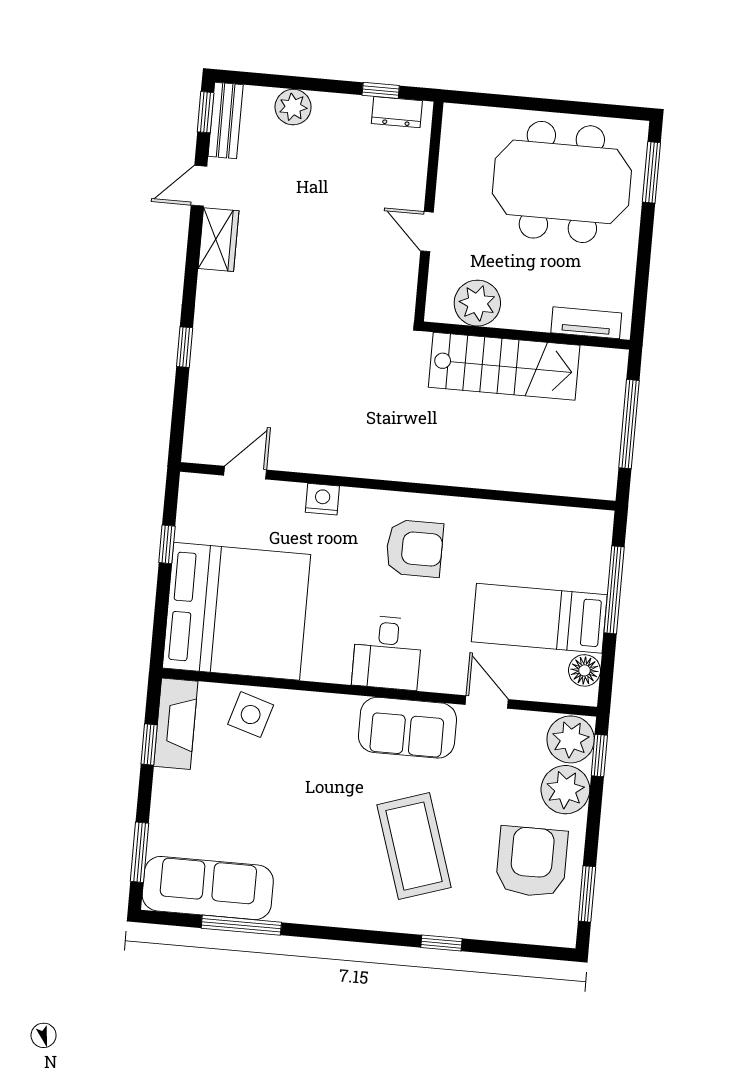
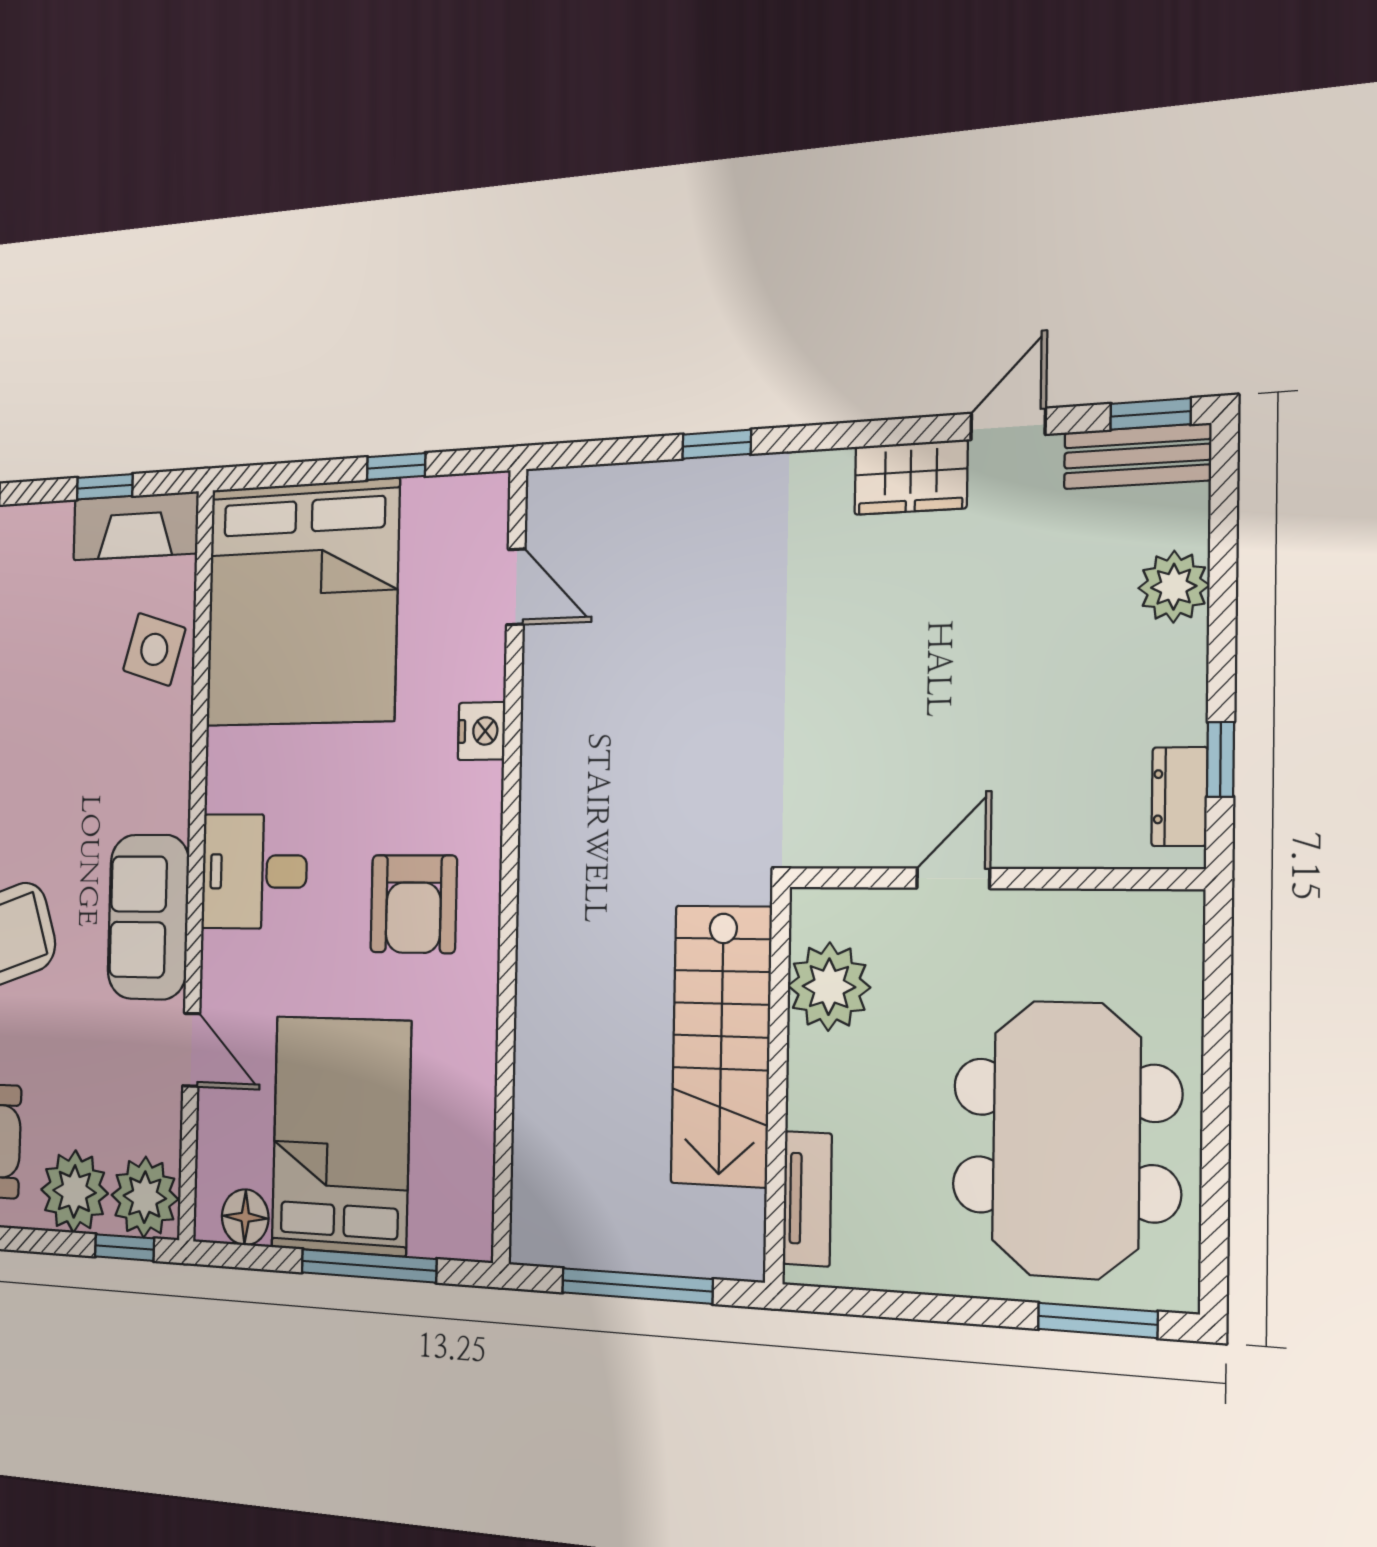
door: (199, 186) -> (1008, 424), hinge flipped
bed: (539, 618) -> (341, 1135), width x1.50
door: (487, 702) -> (191, 1050), hinge flipped

